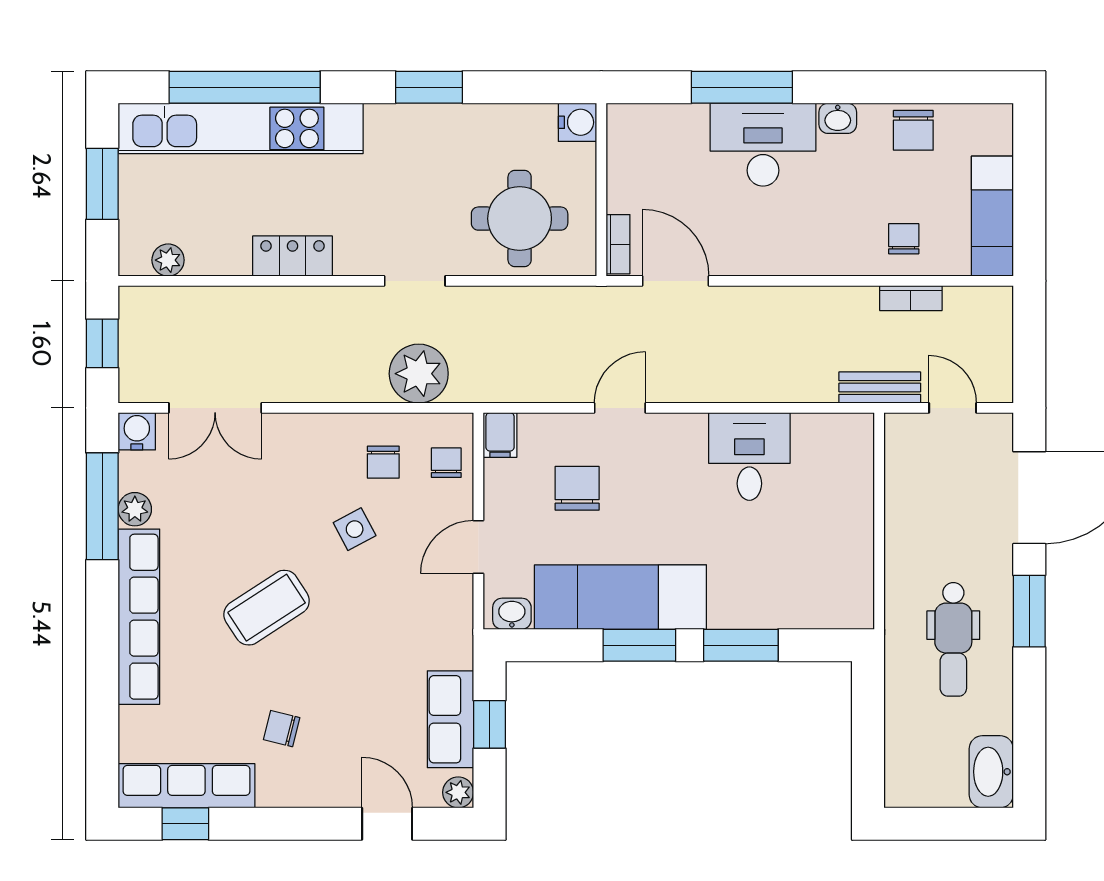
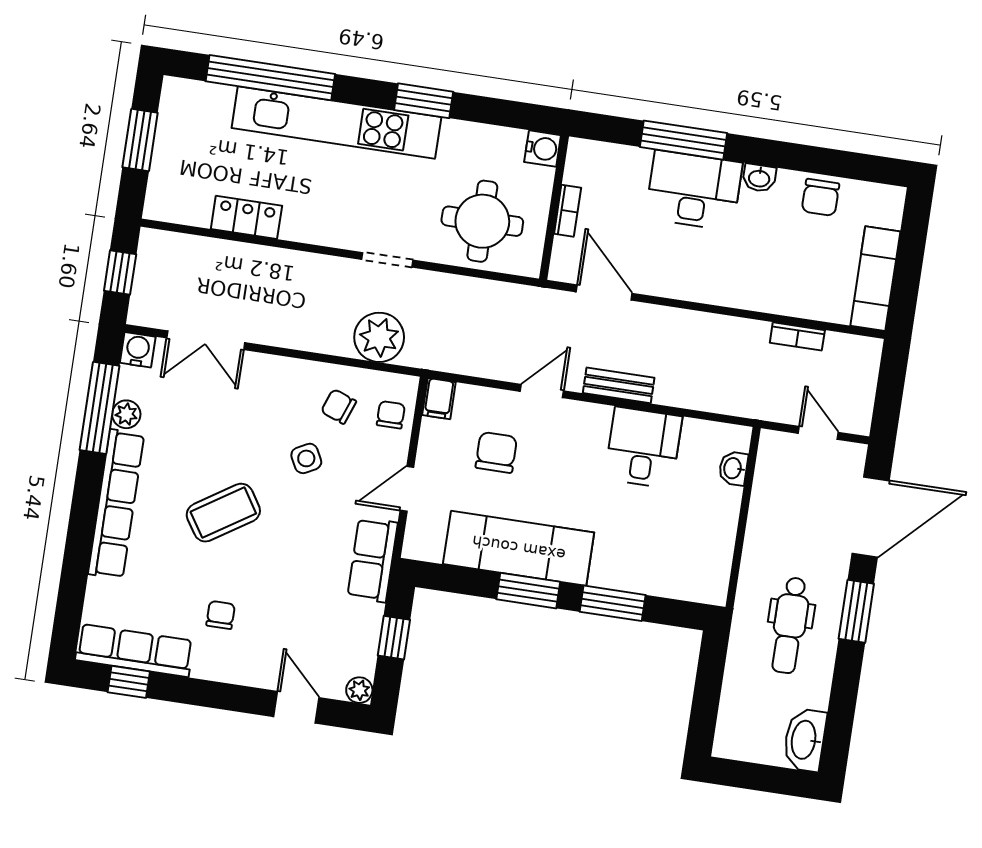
kitchen unit: (241, 128) -> (336, 123), moved
chair: (904, 239) -> (799, 286), removed
bookcase: (618, 244) -> (568, 211), moved
locker: (292, 256) -> (246, 217), moved
plant: (168, 260) -> (185, 212), removed
bench: (880, 387) -> (619, 385), moved
chair: (383, 462) -> (339, 406), turned 110
washbasin: (512, 614) -> (733, 468), moved, turned -90
row of seats: (451, 719) -> (372, 560), moved
chair: (282, 729) -> (221, 615), turned 76

